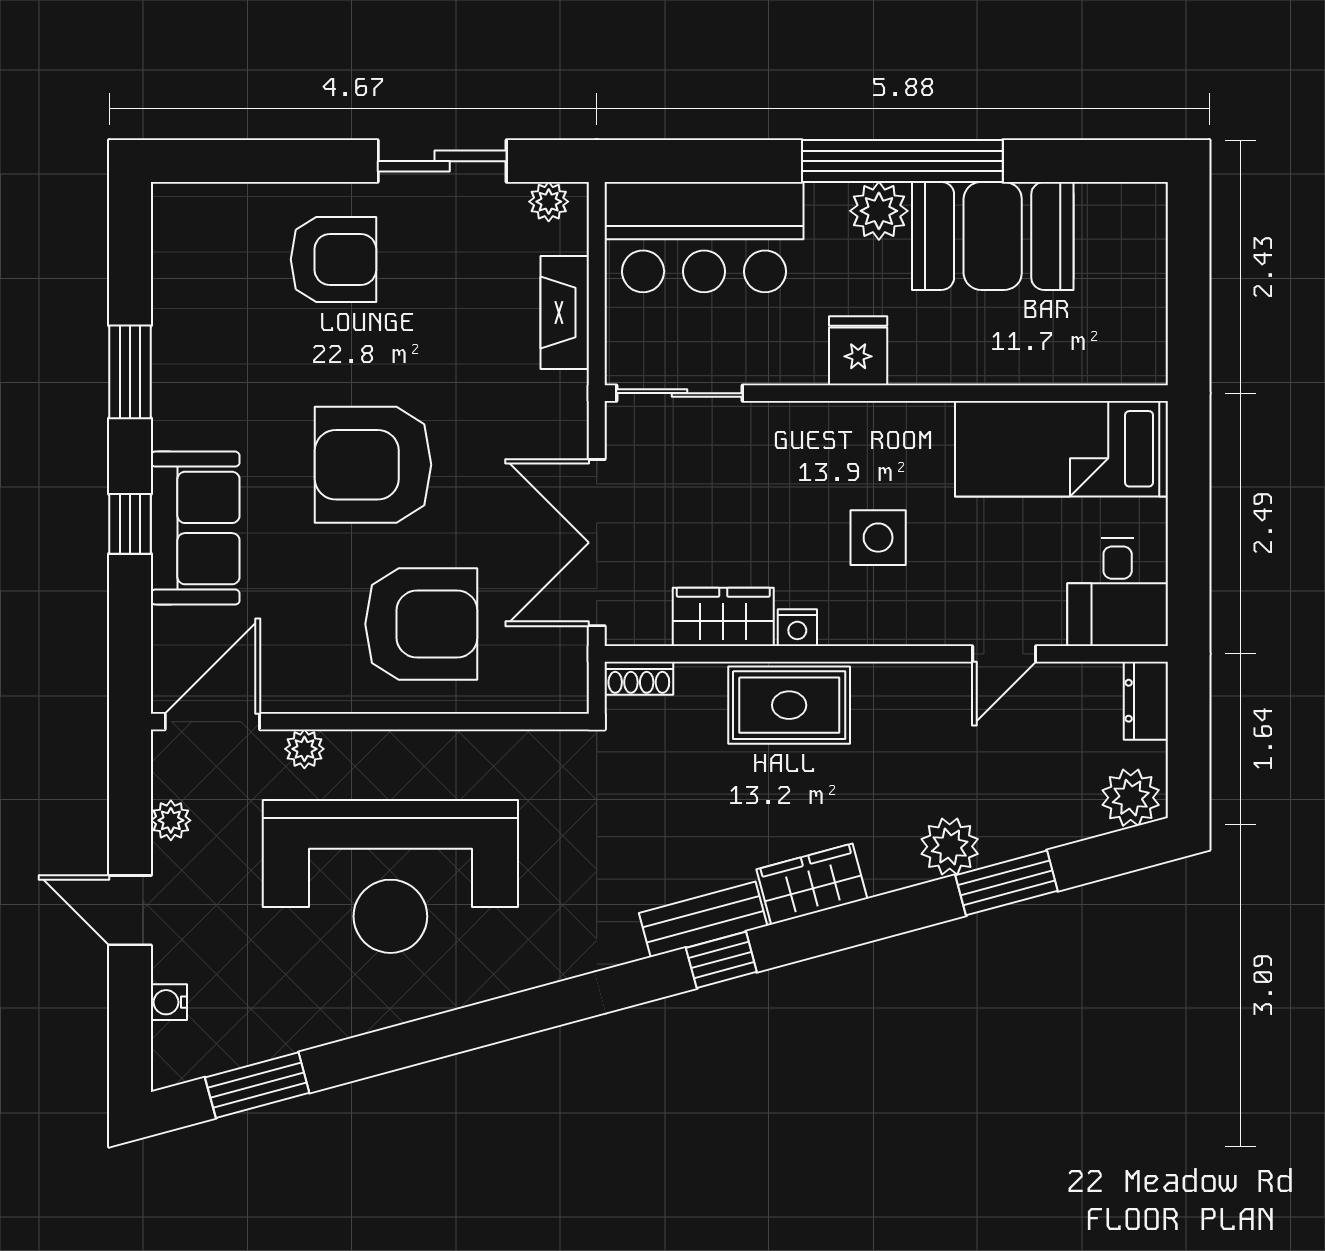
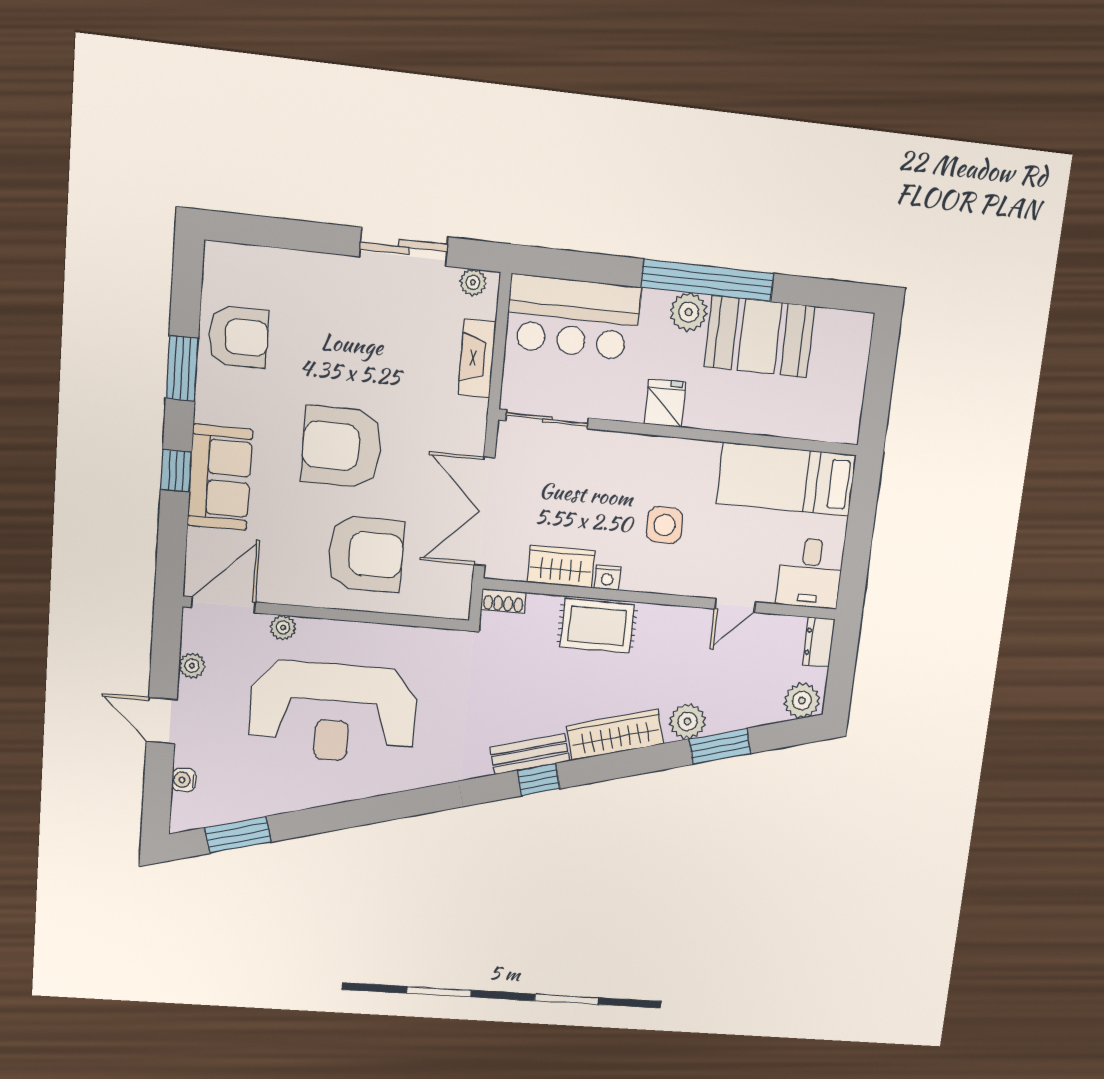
armchair: (333, 260) -> (238, 337), moved
wardrobe: (812, 884) -> (615, 735), width x1.50

